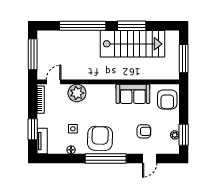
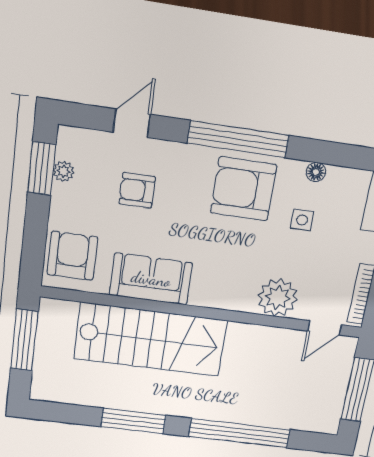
stairs: (132, 44) -> (150, 339), moved, turned 180
armchair: (100, 138) -> (243, 189), turned 88

